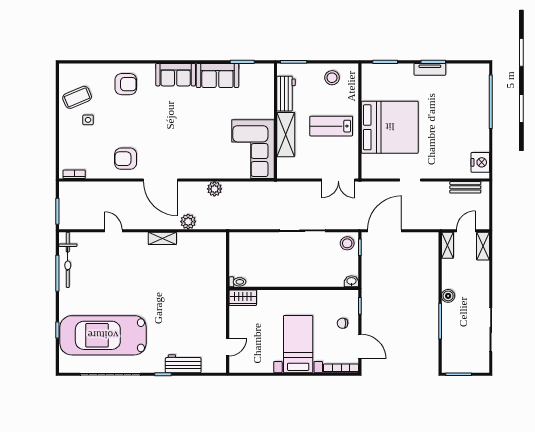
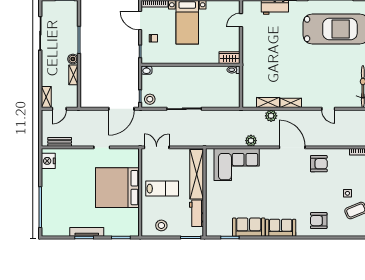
tv unit: (430, 69) -> (87, 232), width x1.41
shelving: (286, 135) -> (197, 174), width x1.47
corner sofa: (253, 149) -> (237, 165), moved, turned 90
shelving: (192, 239) -> (268, 103), added
shelving: (447, 245) -> (73, 75), moved

